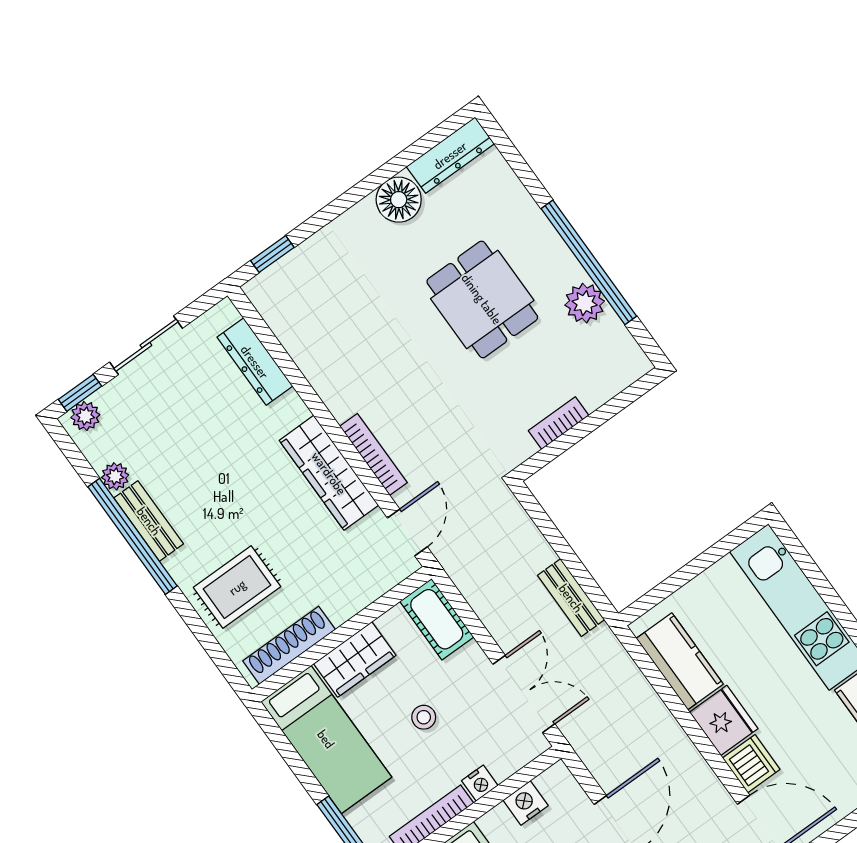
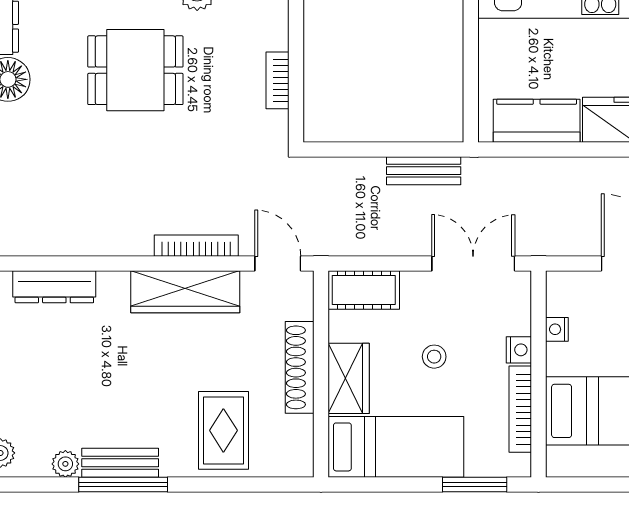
window: (132, 536) -> (123, 485), width x0.68
shoe rack: (289, 645) -> (300, 367), moved
nightstand: (526, 803) -> (557, 329), width x0.72, depth x0.74

